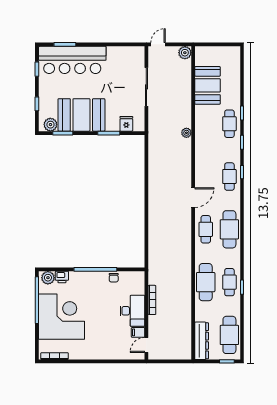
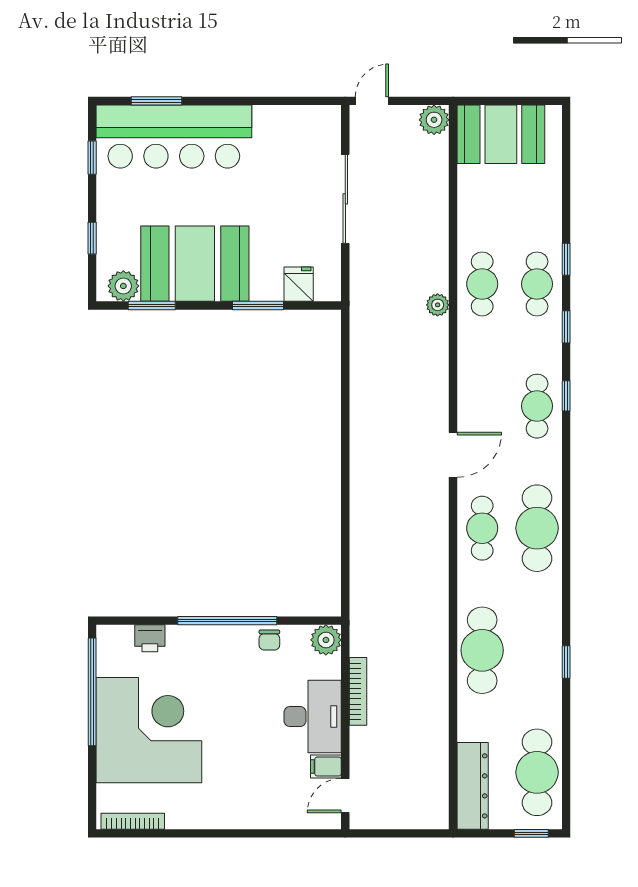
booth: (208, 85) -> (501, 134), moved, turned 90
plant: (48, 278) -> (326, 640), moved
cafe table: (229, 282) -> (482, 284), moved

